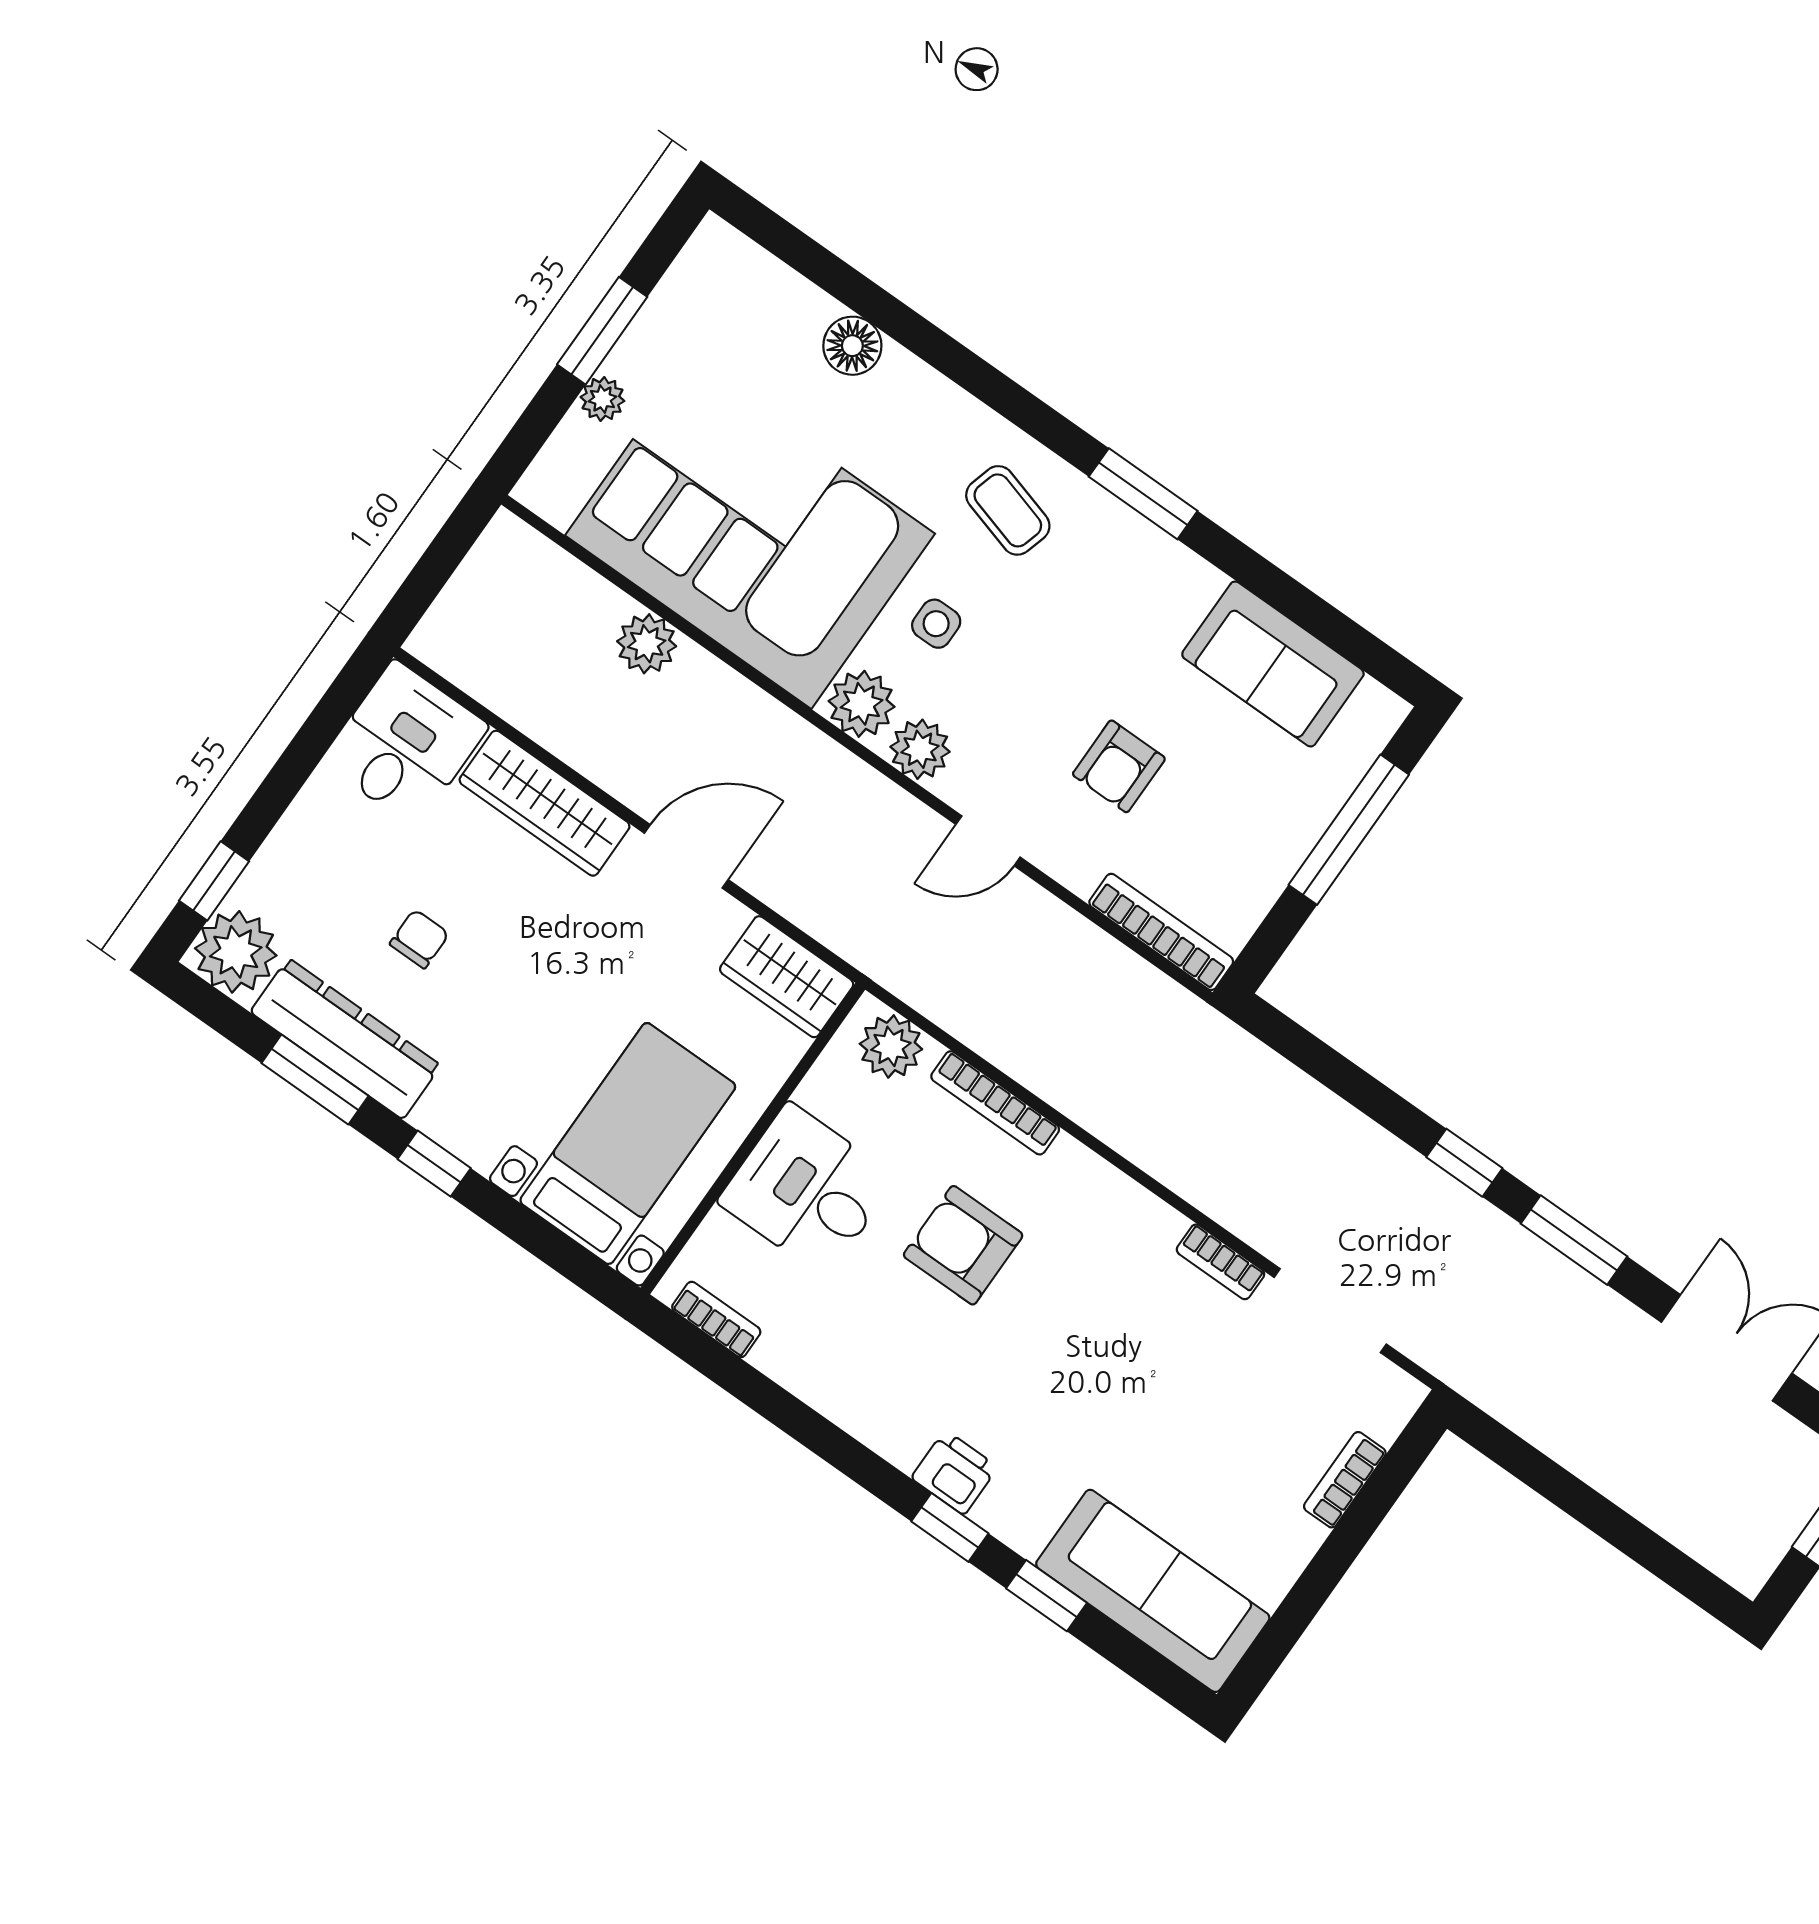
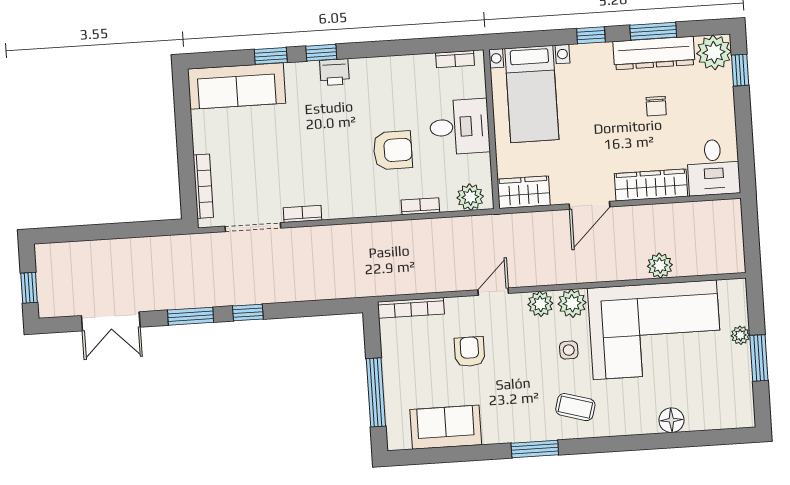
bookcase: (995, 1103) -> (420, 206), width x0.64
bookcase: (1345, 1480) -> (203, 186), width x1.56

